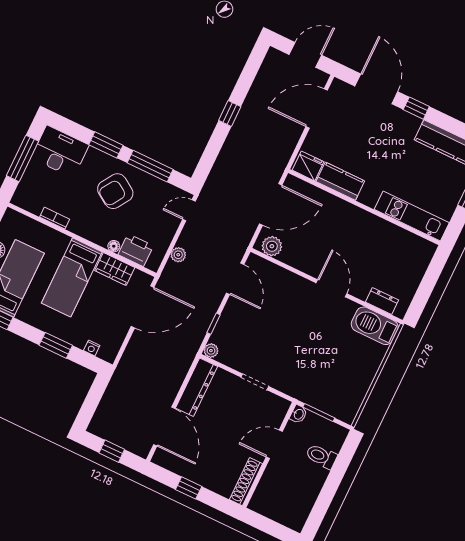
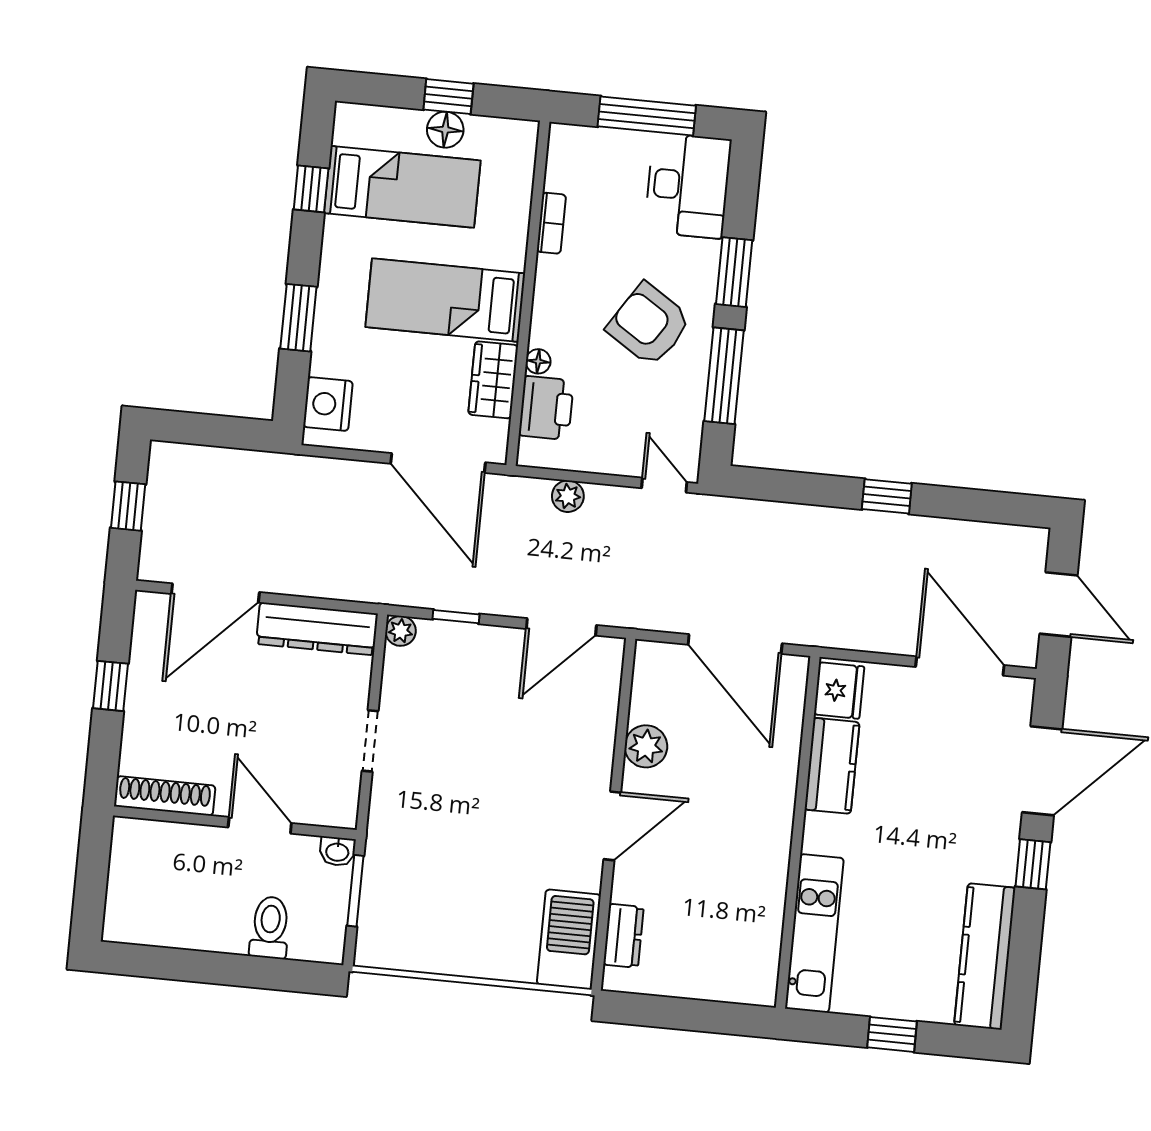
plant: (272, 246) -> (646, 746), moved
nightstand: (92, 348) -> (328, 404), width x1.89, depth x1.79

